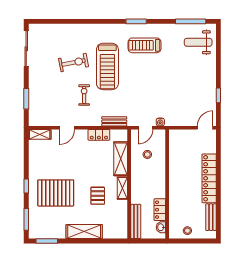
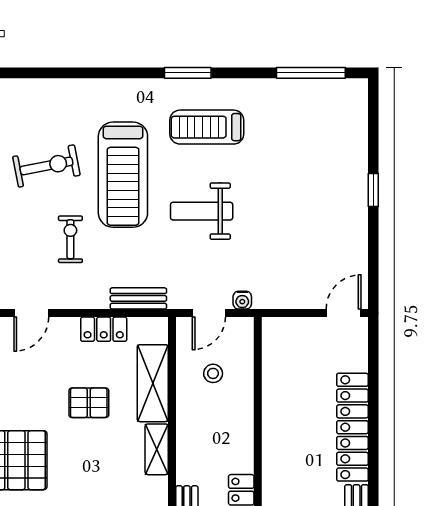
weight bench: (198, 42) -> (202, 211), moved
window: (218, 95) -> (373, 190), moved
pallet: (98, 196) -> (89, 403), moved, turned 90

